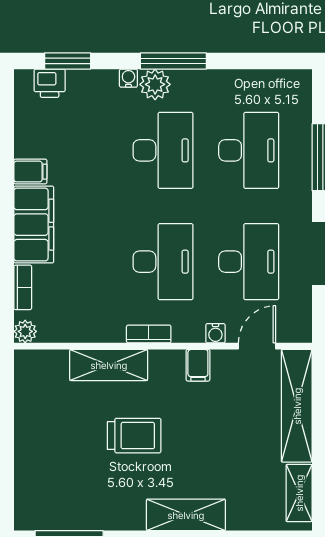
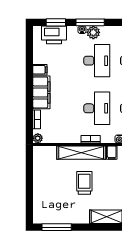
window: (173, 61) -> (90, 22), moved
printer: (50, 83) -> (54, 35), width x1.87, depth x1.48
shelving: (109, 365) -> (81, 153), width x1.47
trolley: (134, 436) -> (84, 183), turned -90

